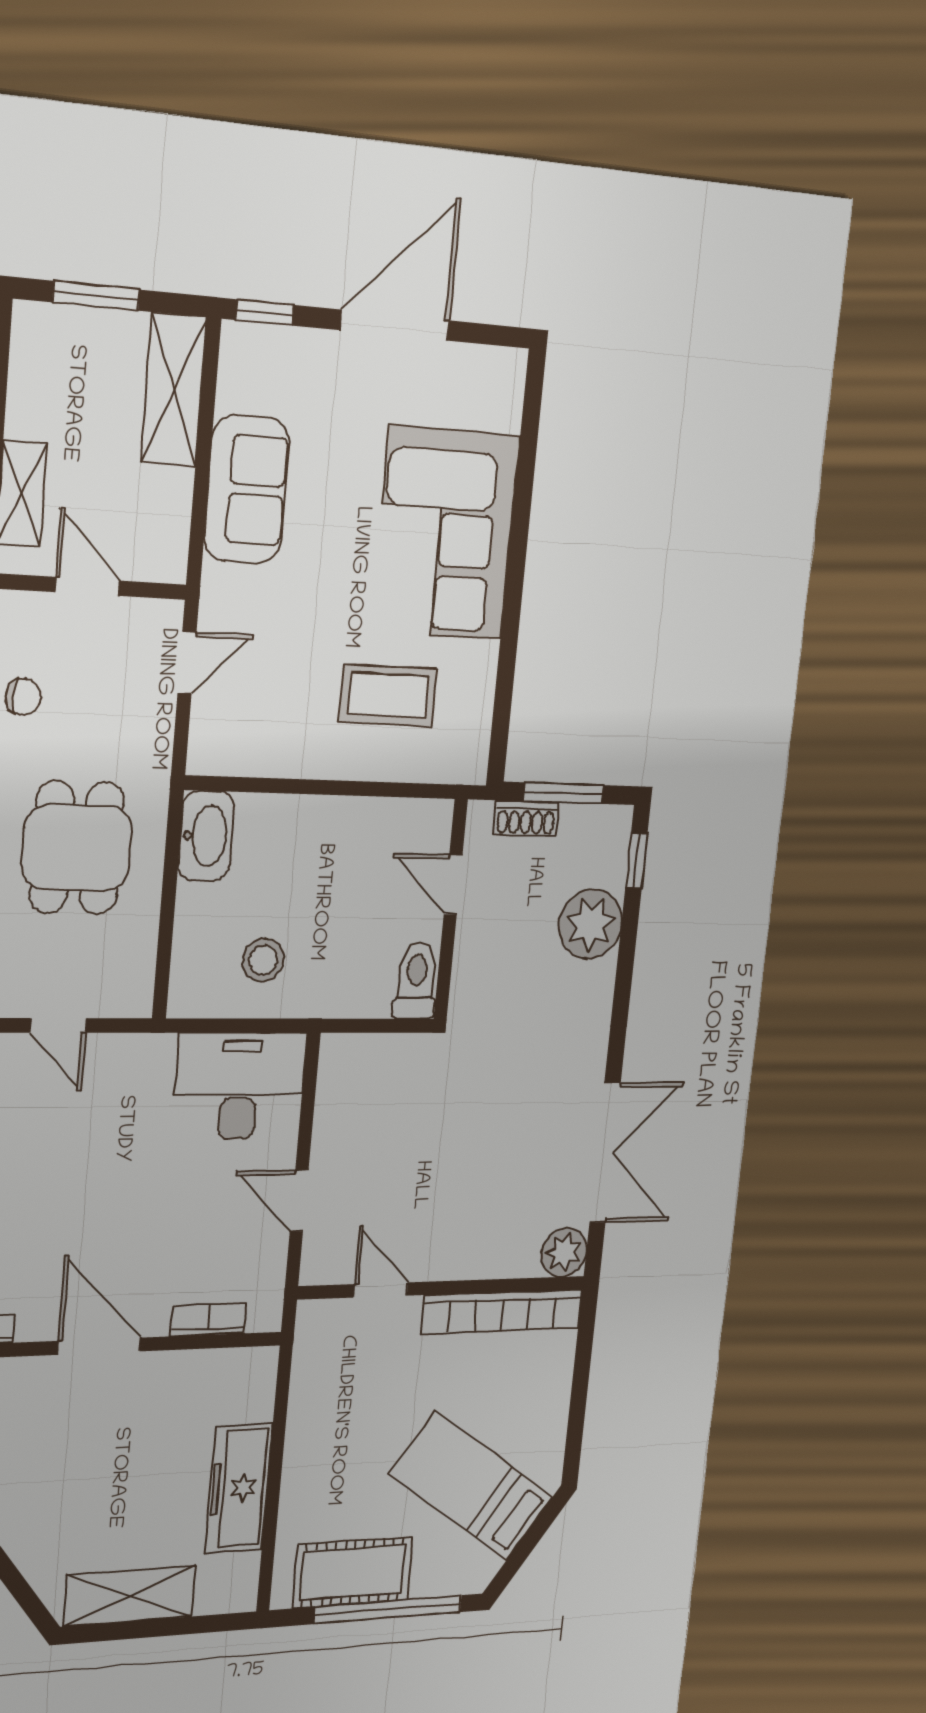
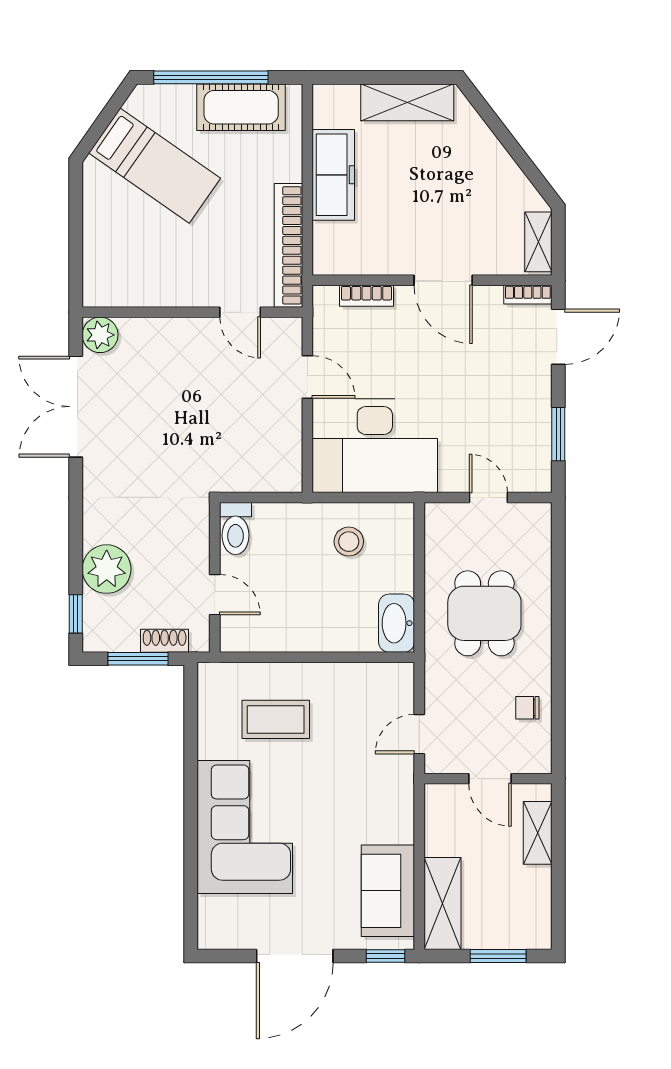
sofa: (247, 489) -> (388, 891), moved
desk: (240, 1086) -> (375, 446), width x1.36, depth x1.30
bookcase: (502, 1312) -> (289, 245), moved, turned -90

